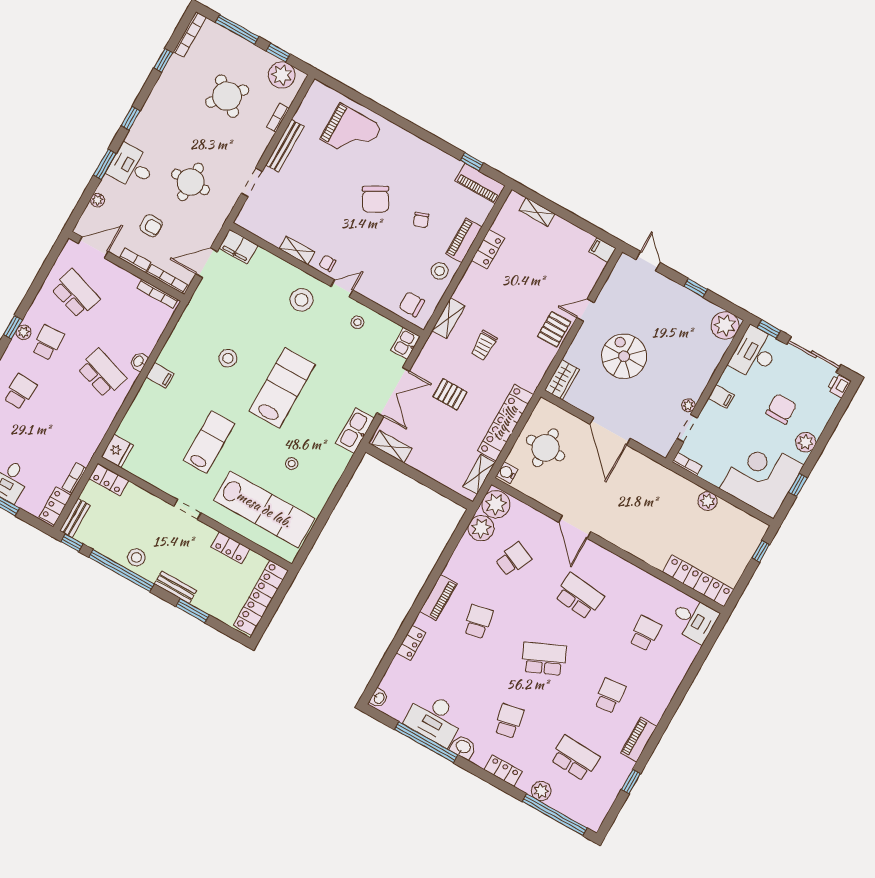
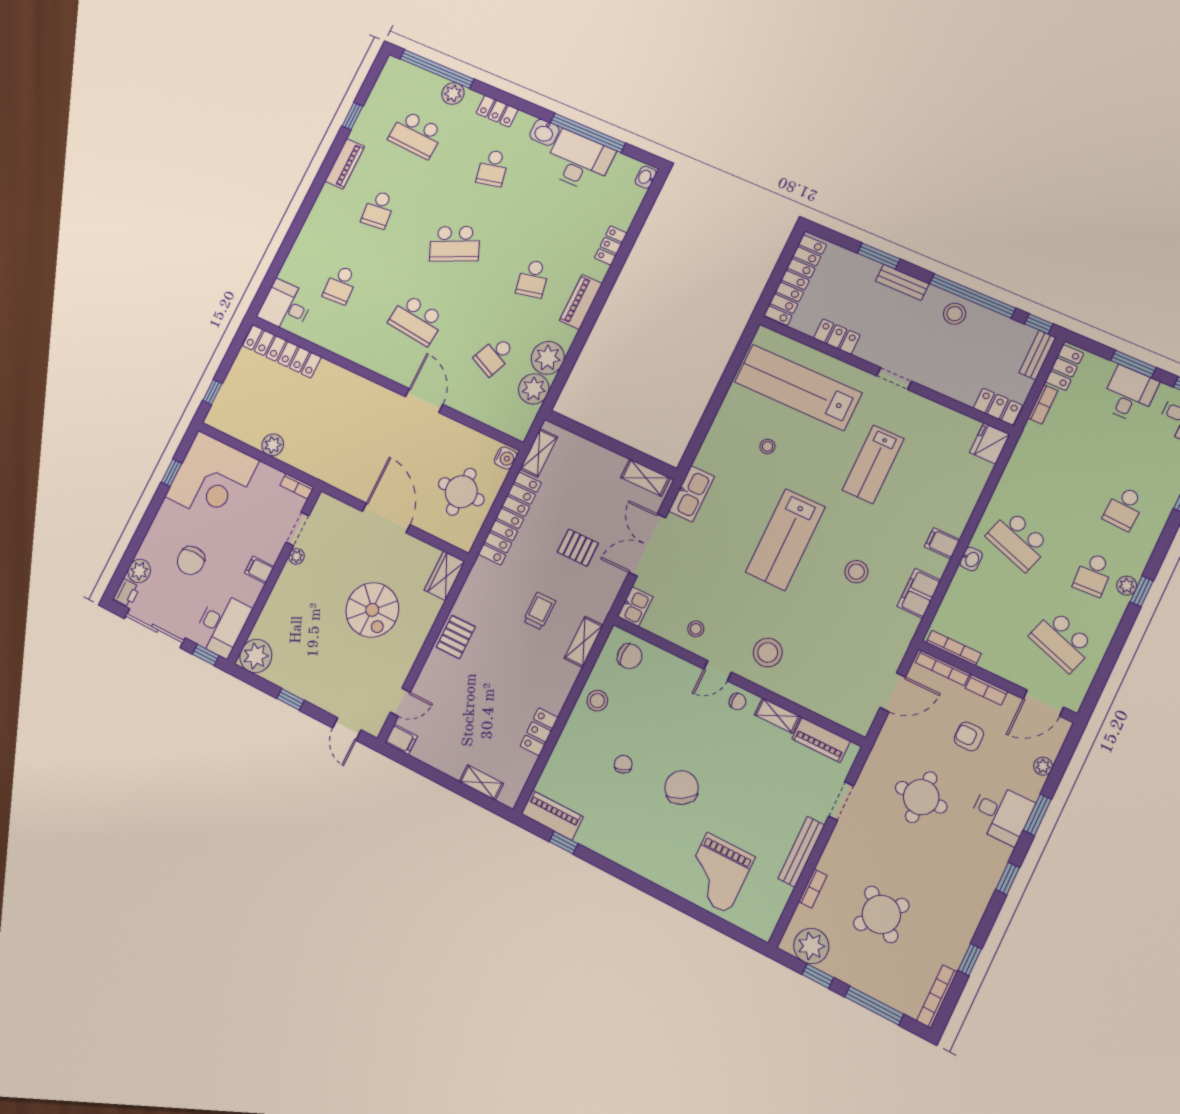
grand piano: (351, 133) -> (718, 873), turned -90
piano: (464, 240) -> (821, 740), moved, turned 90
filing cabinet: (238, 247) -> (919, 593), moved, turned -90
door: (585, 310) -> (400, 702), moved
plant: (806, 442) -> (139, 571), moved
plant: (496, 504) -> (548, 358), moved

